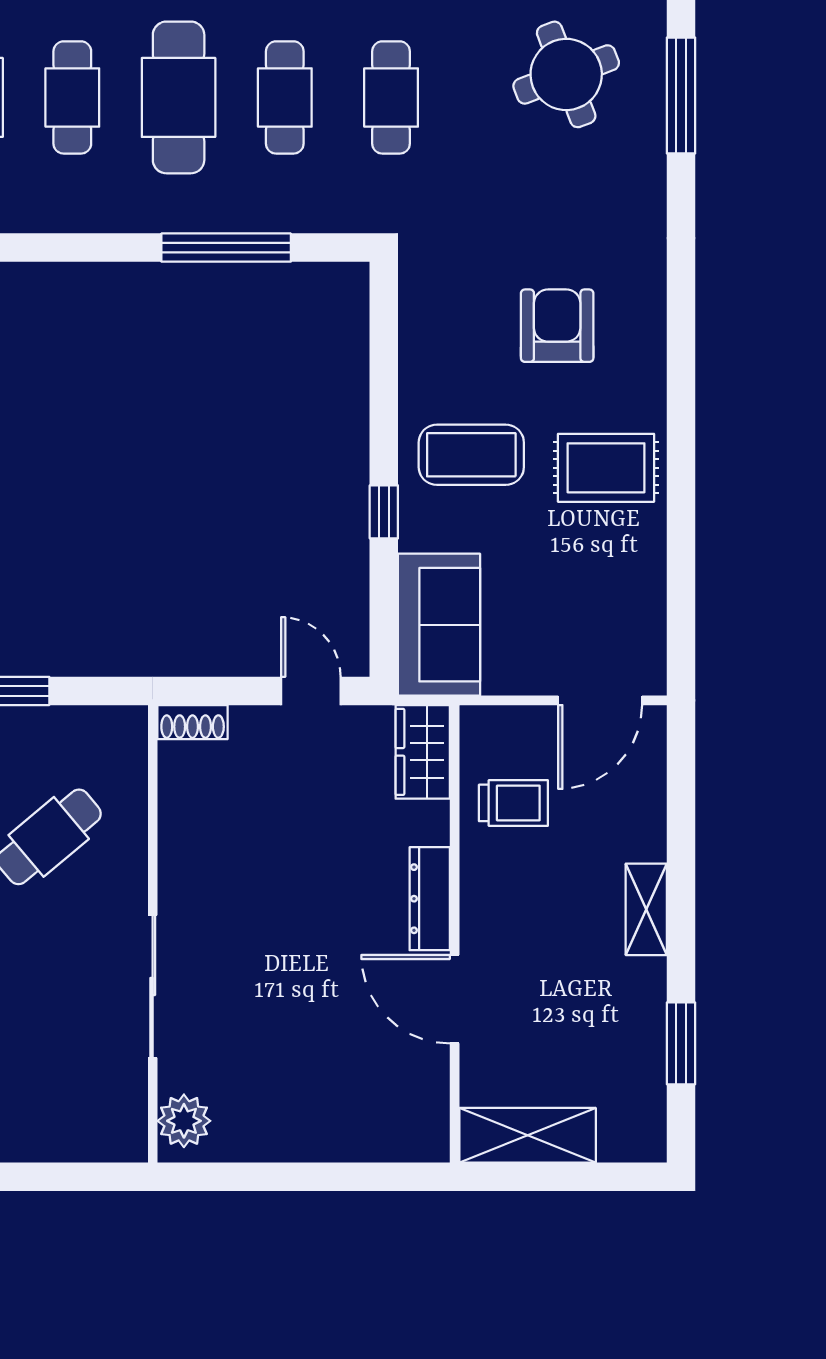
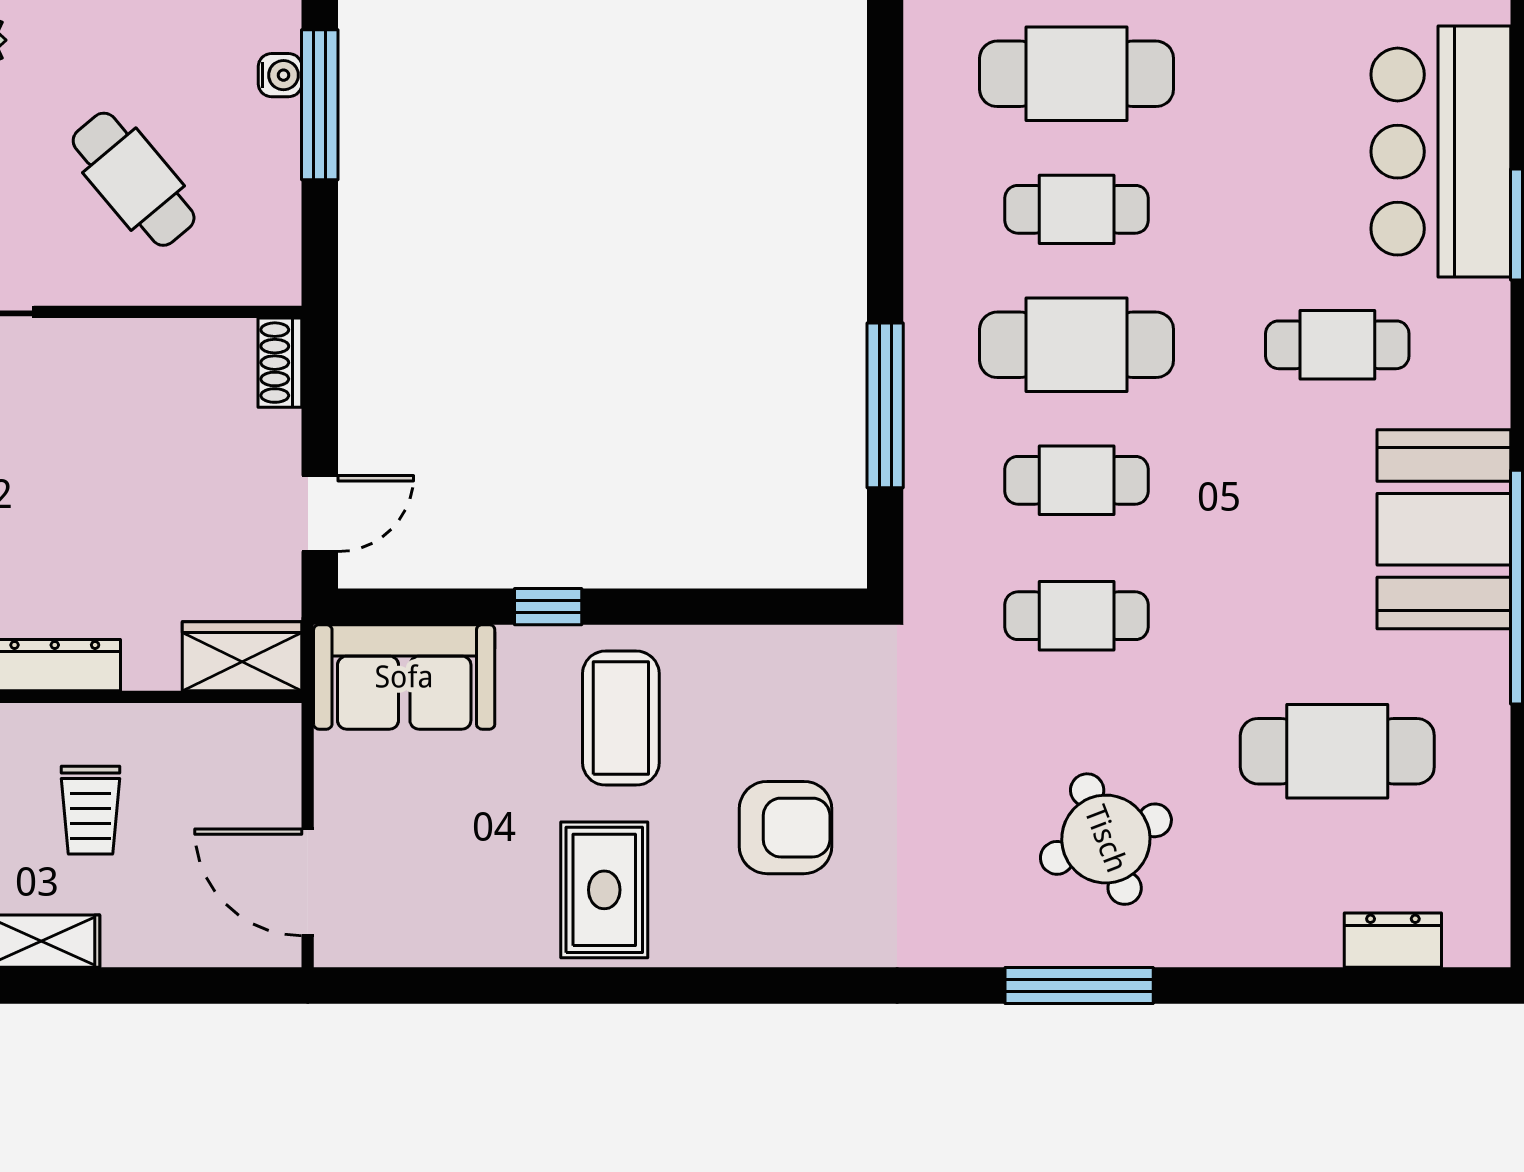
trolley: (513, 803) -> (90, 810), moved

